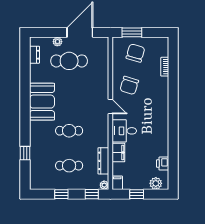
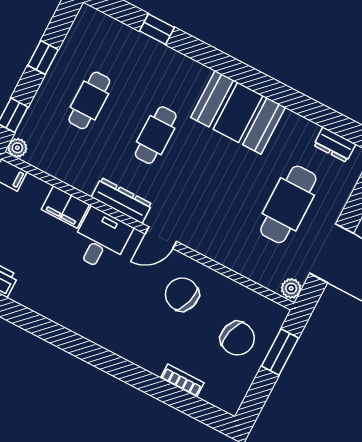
plant: (57, 42) -> (291, 288), moved
dresser: (103, 161) -> (122, 200), moved

